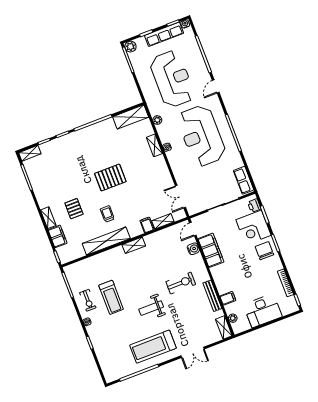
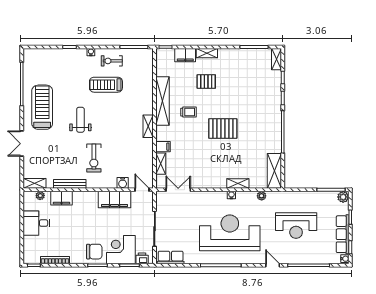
reception desk: (172, 79) -> (296, 226), width x0.74, depth x0.77
pallet: (110, 178) -> (223, 129), turned 90
filing cabinet: (228, 298) -> (61, 198), width x2.00
desk: (263, 311) -> (36, 223), width x0.73

